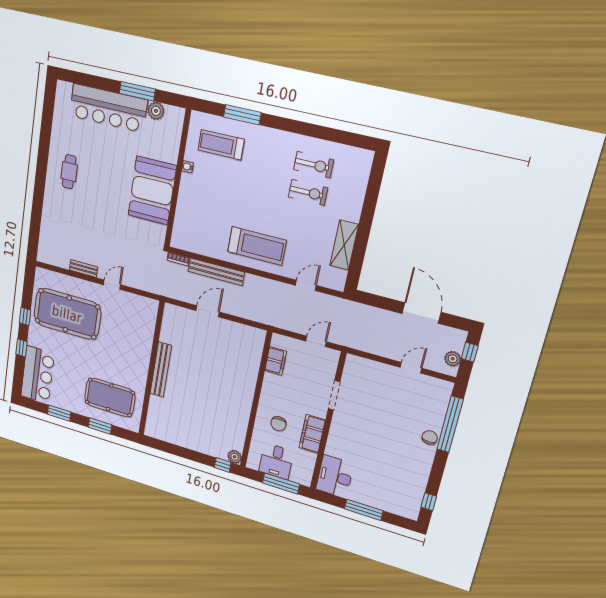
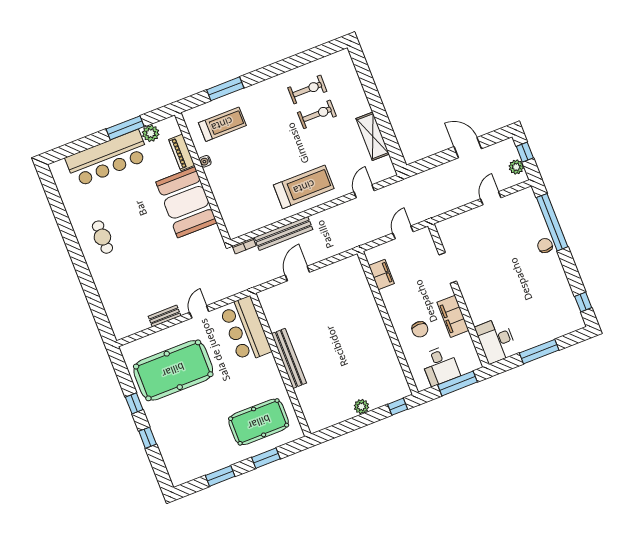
piano: (172, 145) -> (182, 152), added
treadmill: (221, 145) -> (222, 124), turned 180
door: (421, 313) -> (468, 148), width x0.73
bar counter: (38, 375) -> (245, 330), moved, turned 180
plant: (235, 457) -> (361, 407), moved

